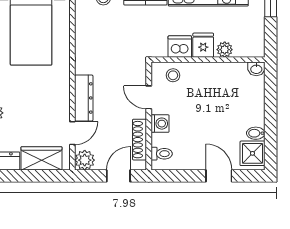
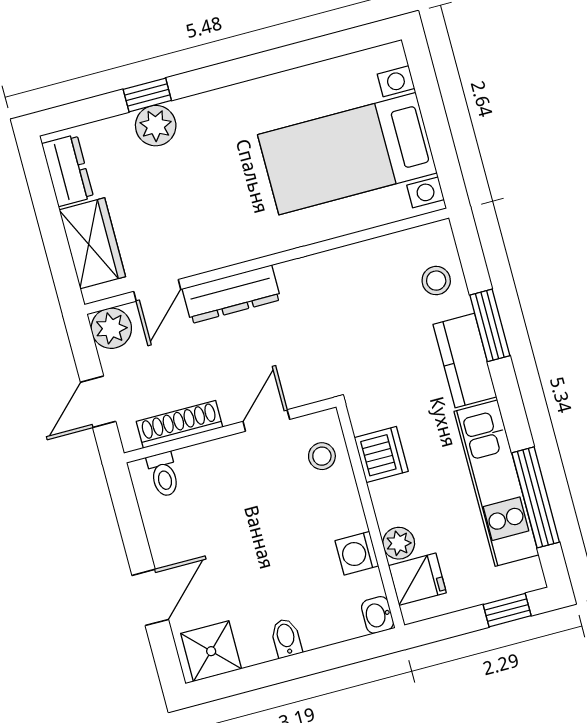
fridge: (203, 45) -> (417, 579), moved
washing machine: (160, 124) -> (357, 553), moved, turned 90
door: (72, 133) -> (157, 290), hinge flipped
bidet: (256, 133) -> (286, 638), moved
door: (118, 176) -> (98, 402), swing flipped

